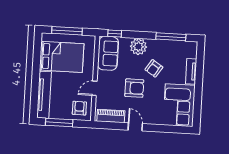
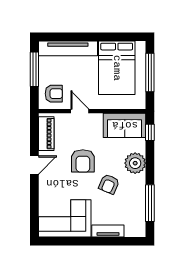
armchair: (154, 68) -> (109, 184), turned -100

